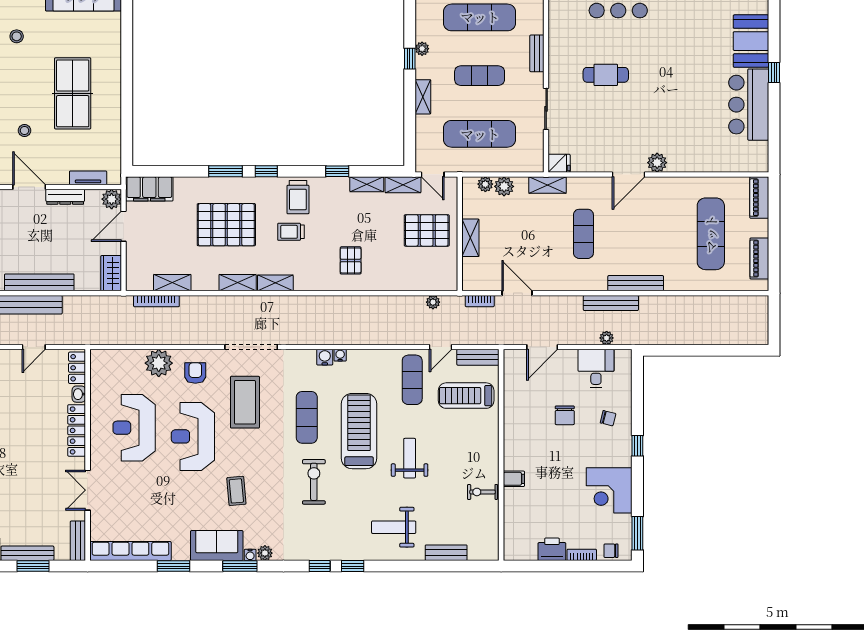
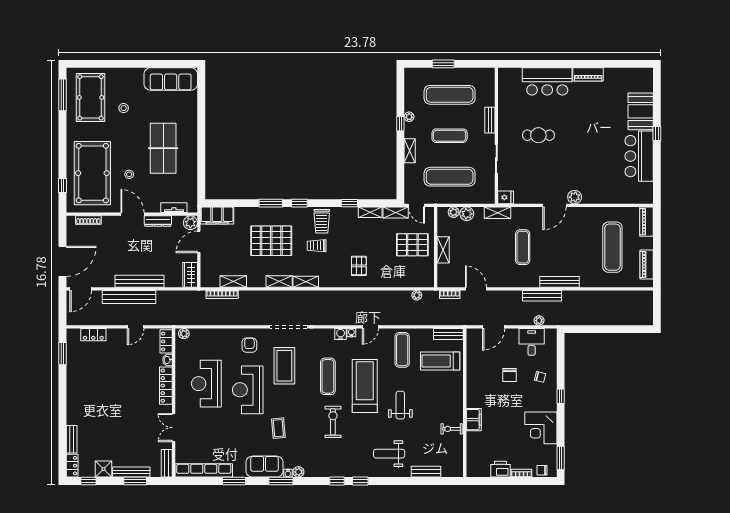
door: (441, 347) -> (370, 327), moved
plant: (159, 363) -> (184, 334), moved, width x0.53, depth x0.53
filing cabinet: (514, 479) -> (474, 420), width x2.00

